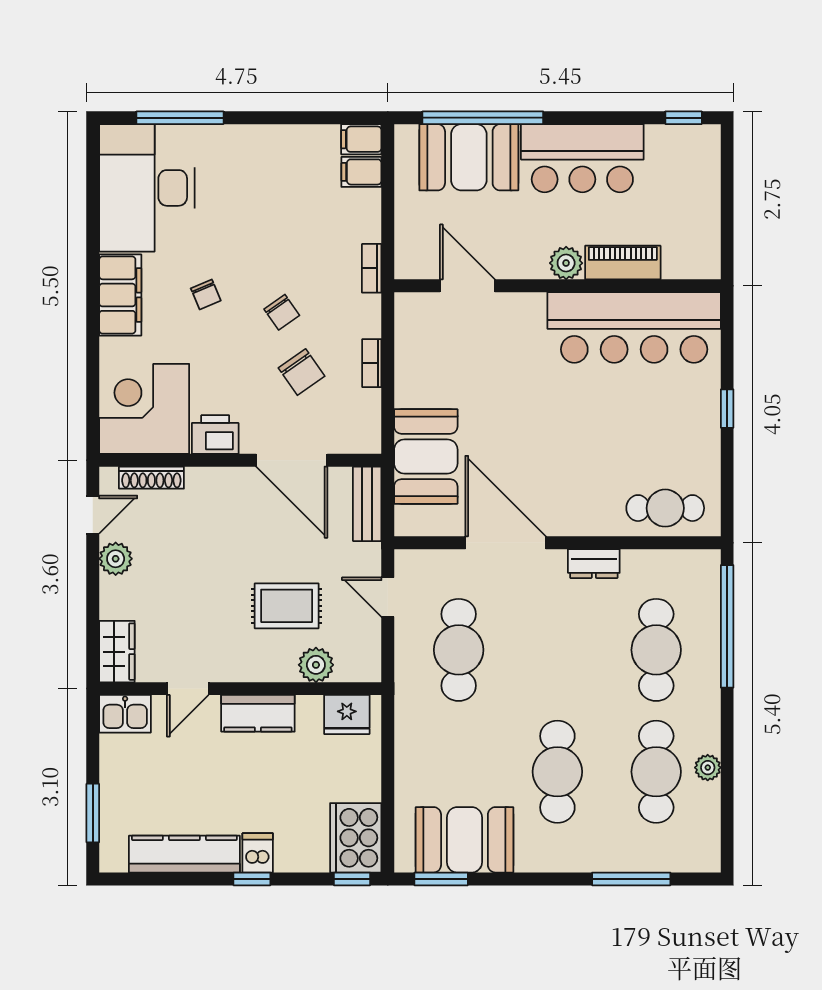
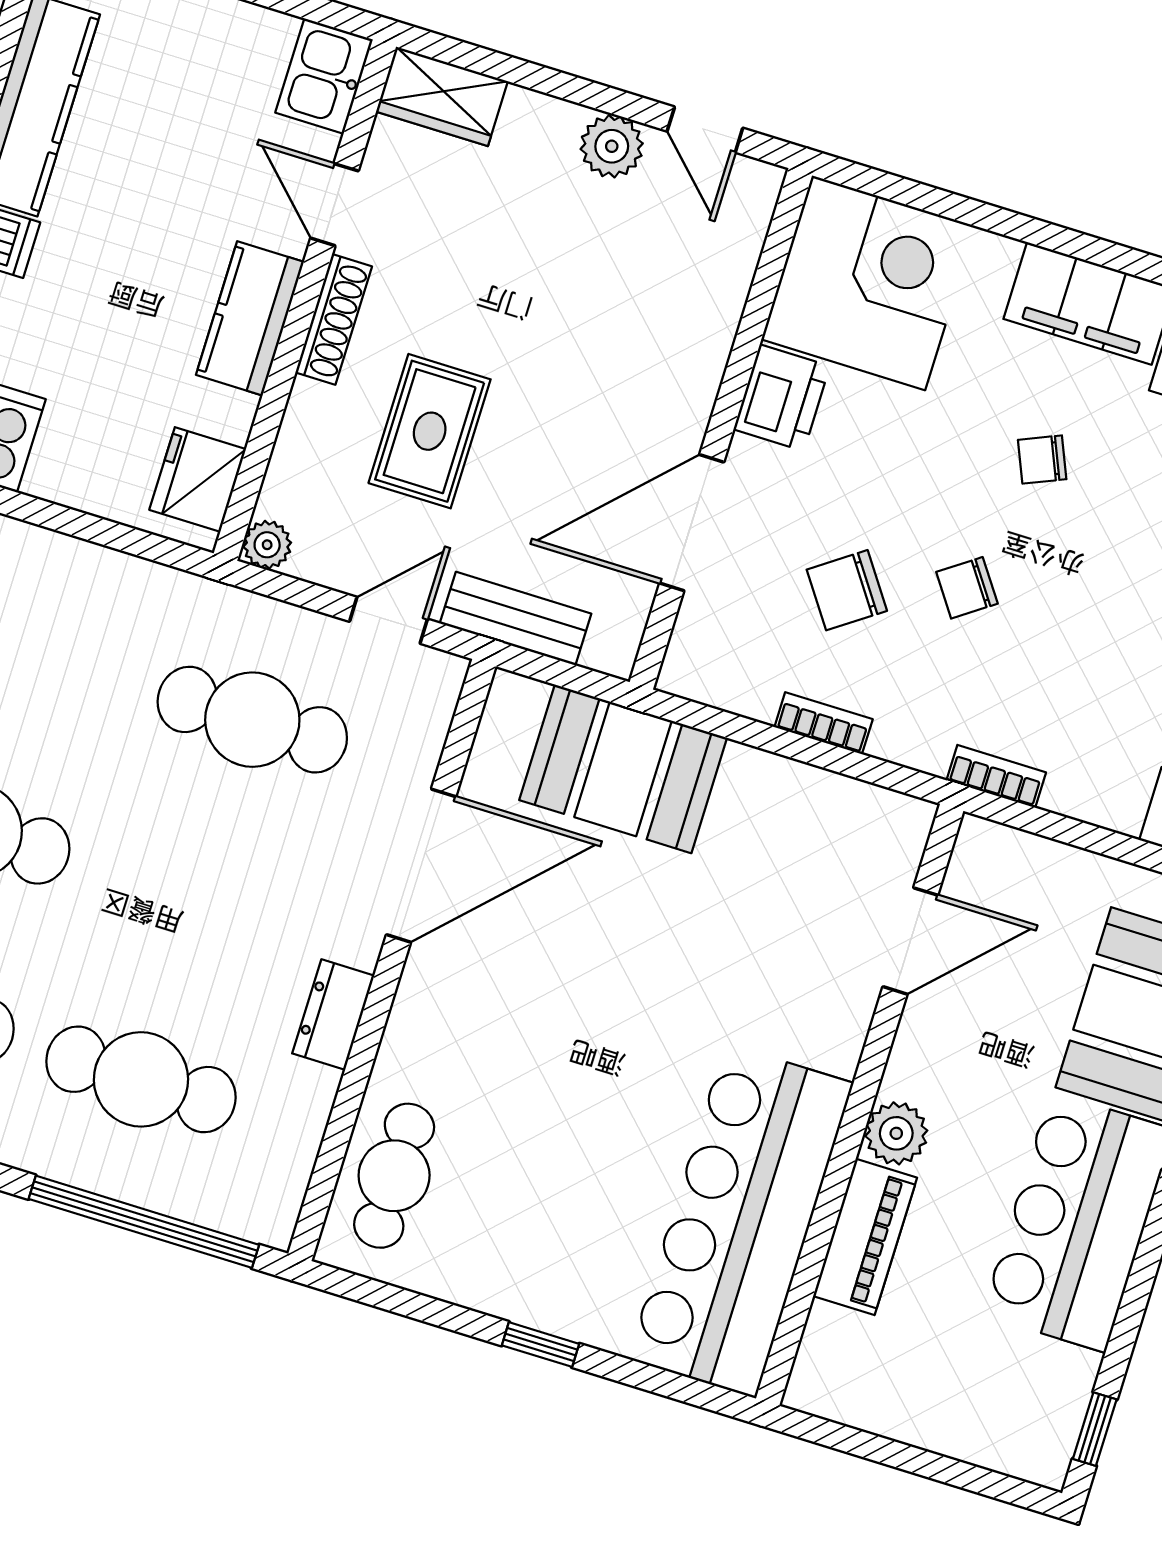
shoe rack: (151, 478) -> (334, 319), moved, turned 180
bench: (367, 504) -> (516, 619), moved
plant: (316, 665) -> (267, 545), moved, width x0.73, depth x0.73

